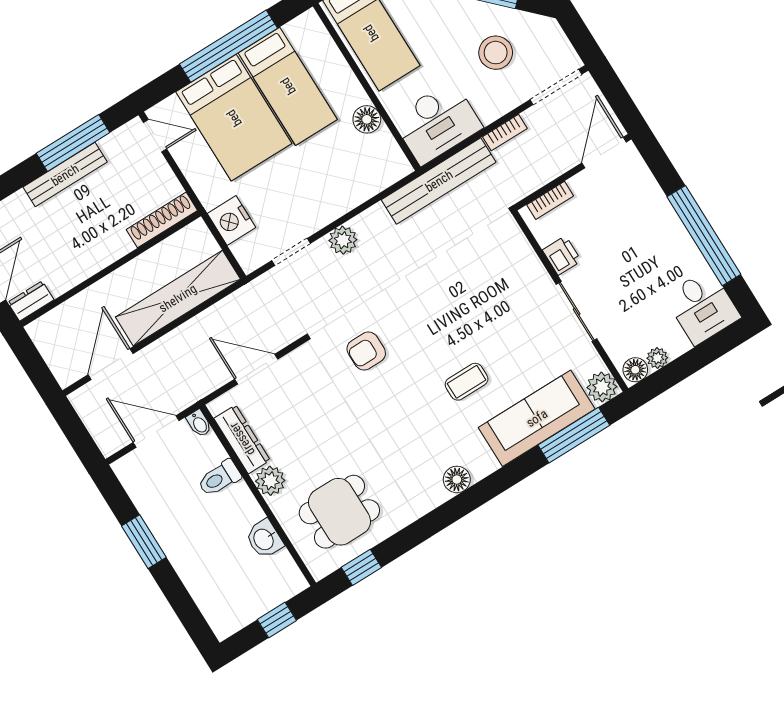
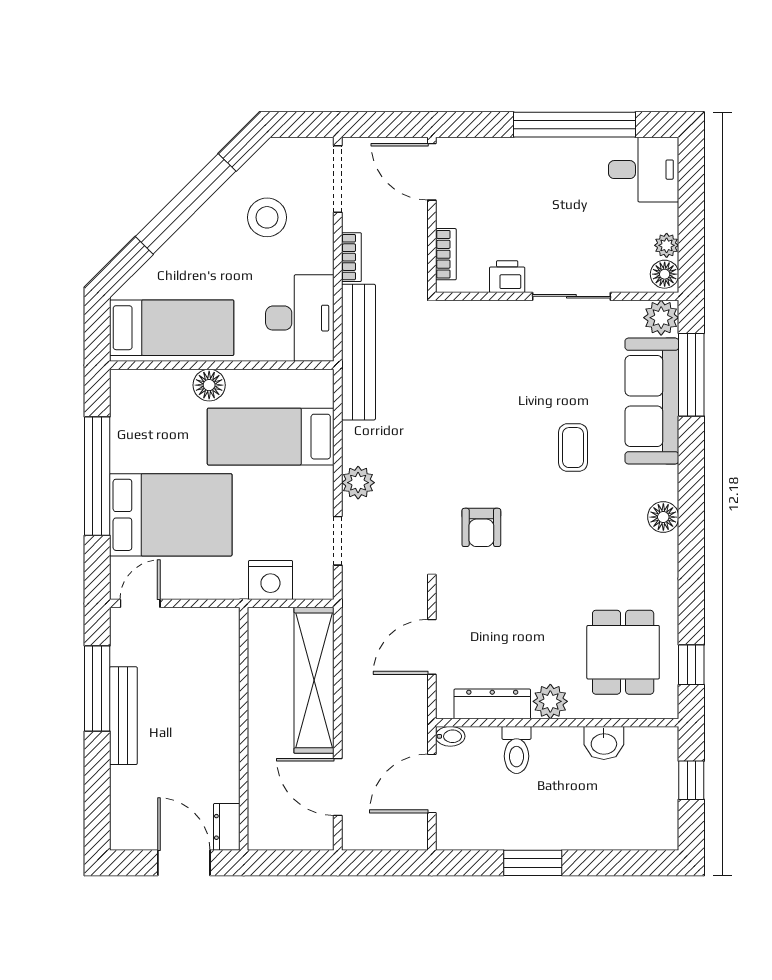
bed: (288, 86) -> (271, 437), moved, turned 180
floor lamp: (367, 119) -> (209, 385), moved
shoe rack: (162, 220) -> (227, 648), removed

